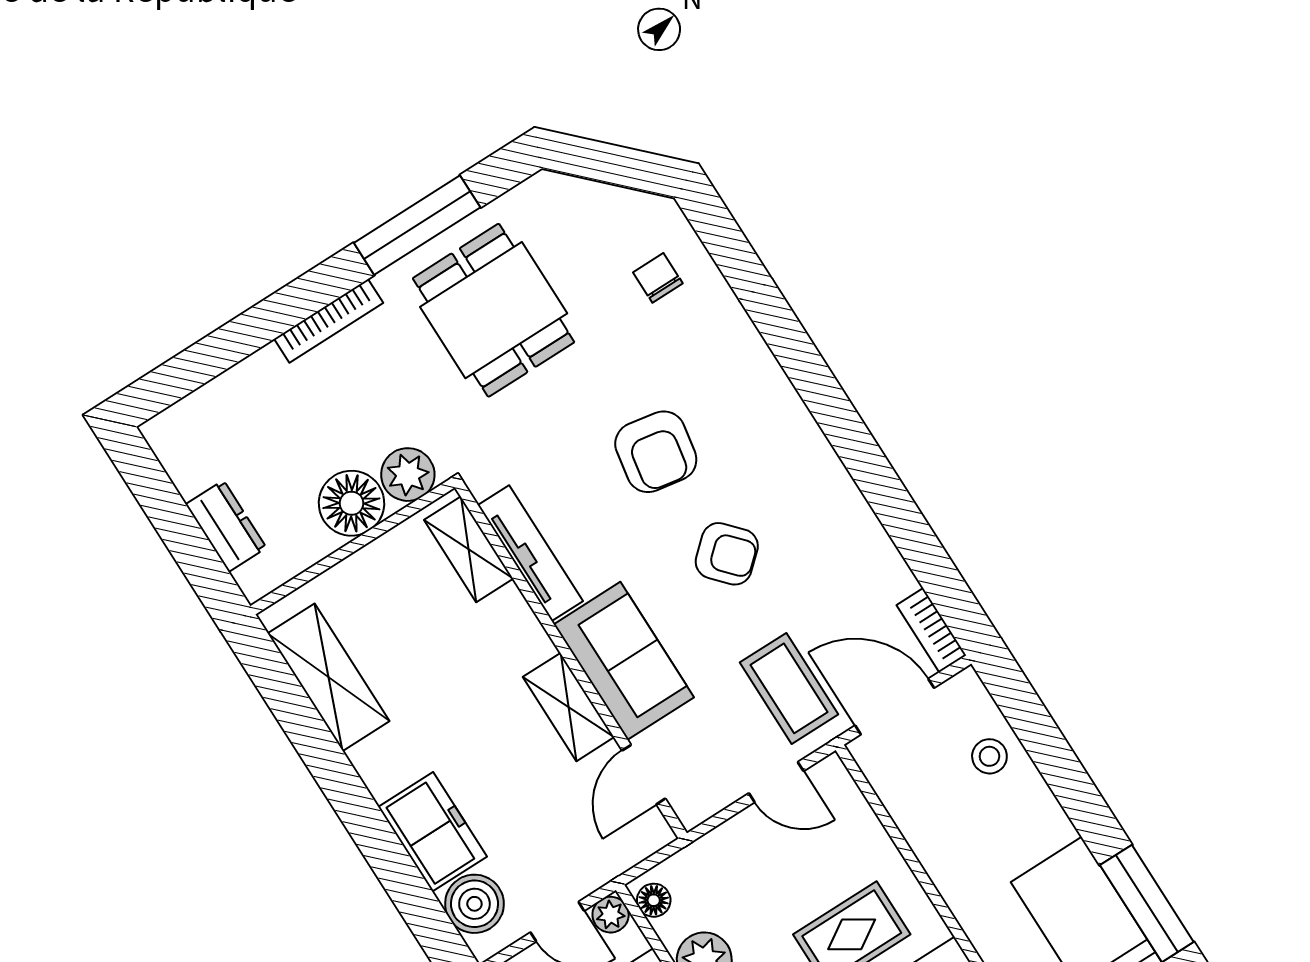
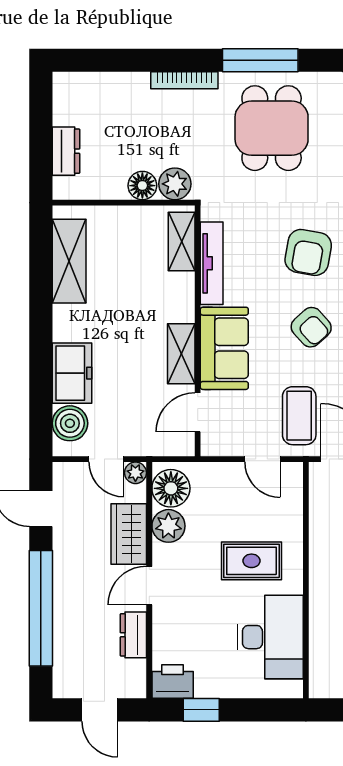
floor lamp: (351, 503) -> (142, 186), width x0.73, depth x0.73
floor lamp: (654, 900) -> (171, 488), width x1.89, depth x1.89

